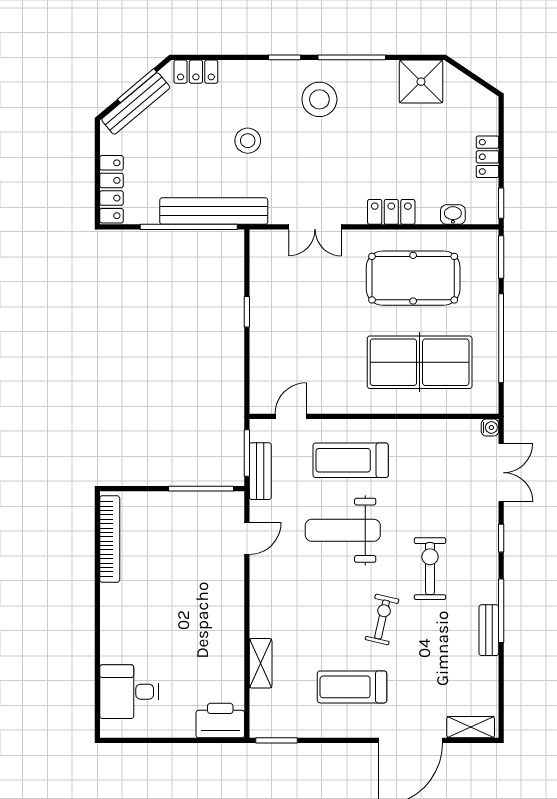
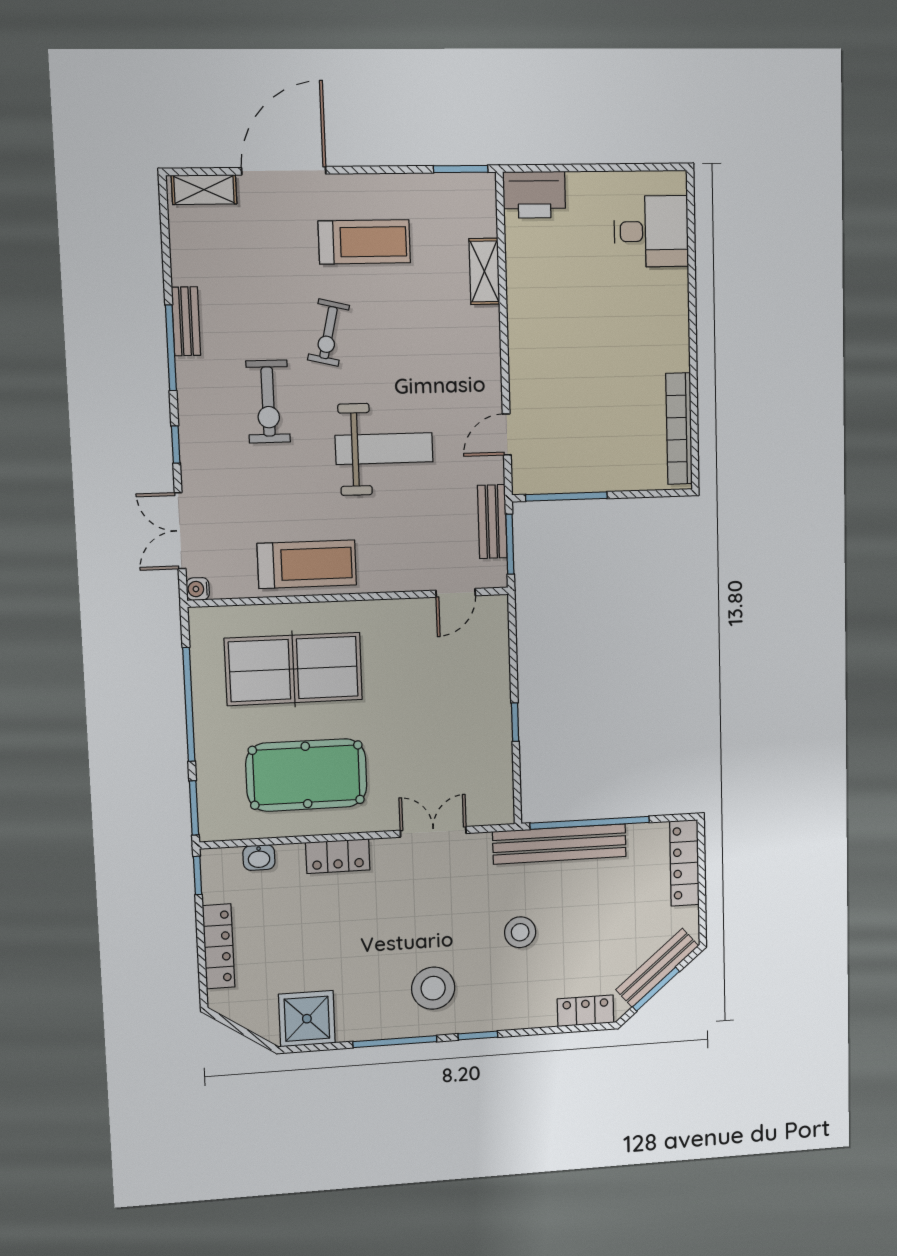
locker: (487, 157) -> (219, 946), width x1.53
treadmill: (351, 460) -> (307, 564), moved

